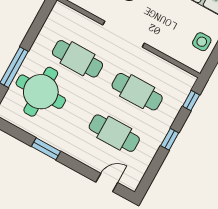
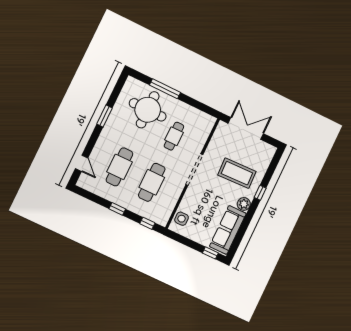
side table: (202, 42) -> (182, 219), moved
cafe table: (77, 59) -> (174, 136), width x0.73, depth x0.74

